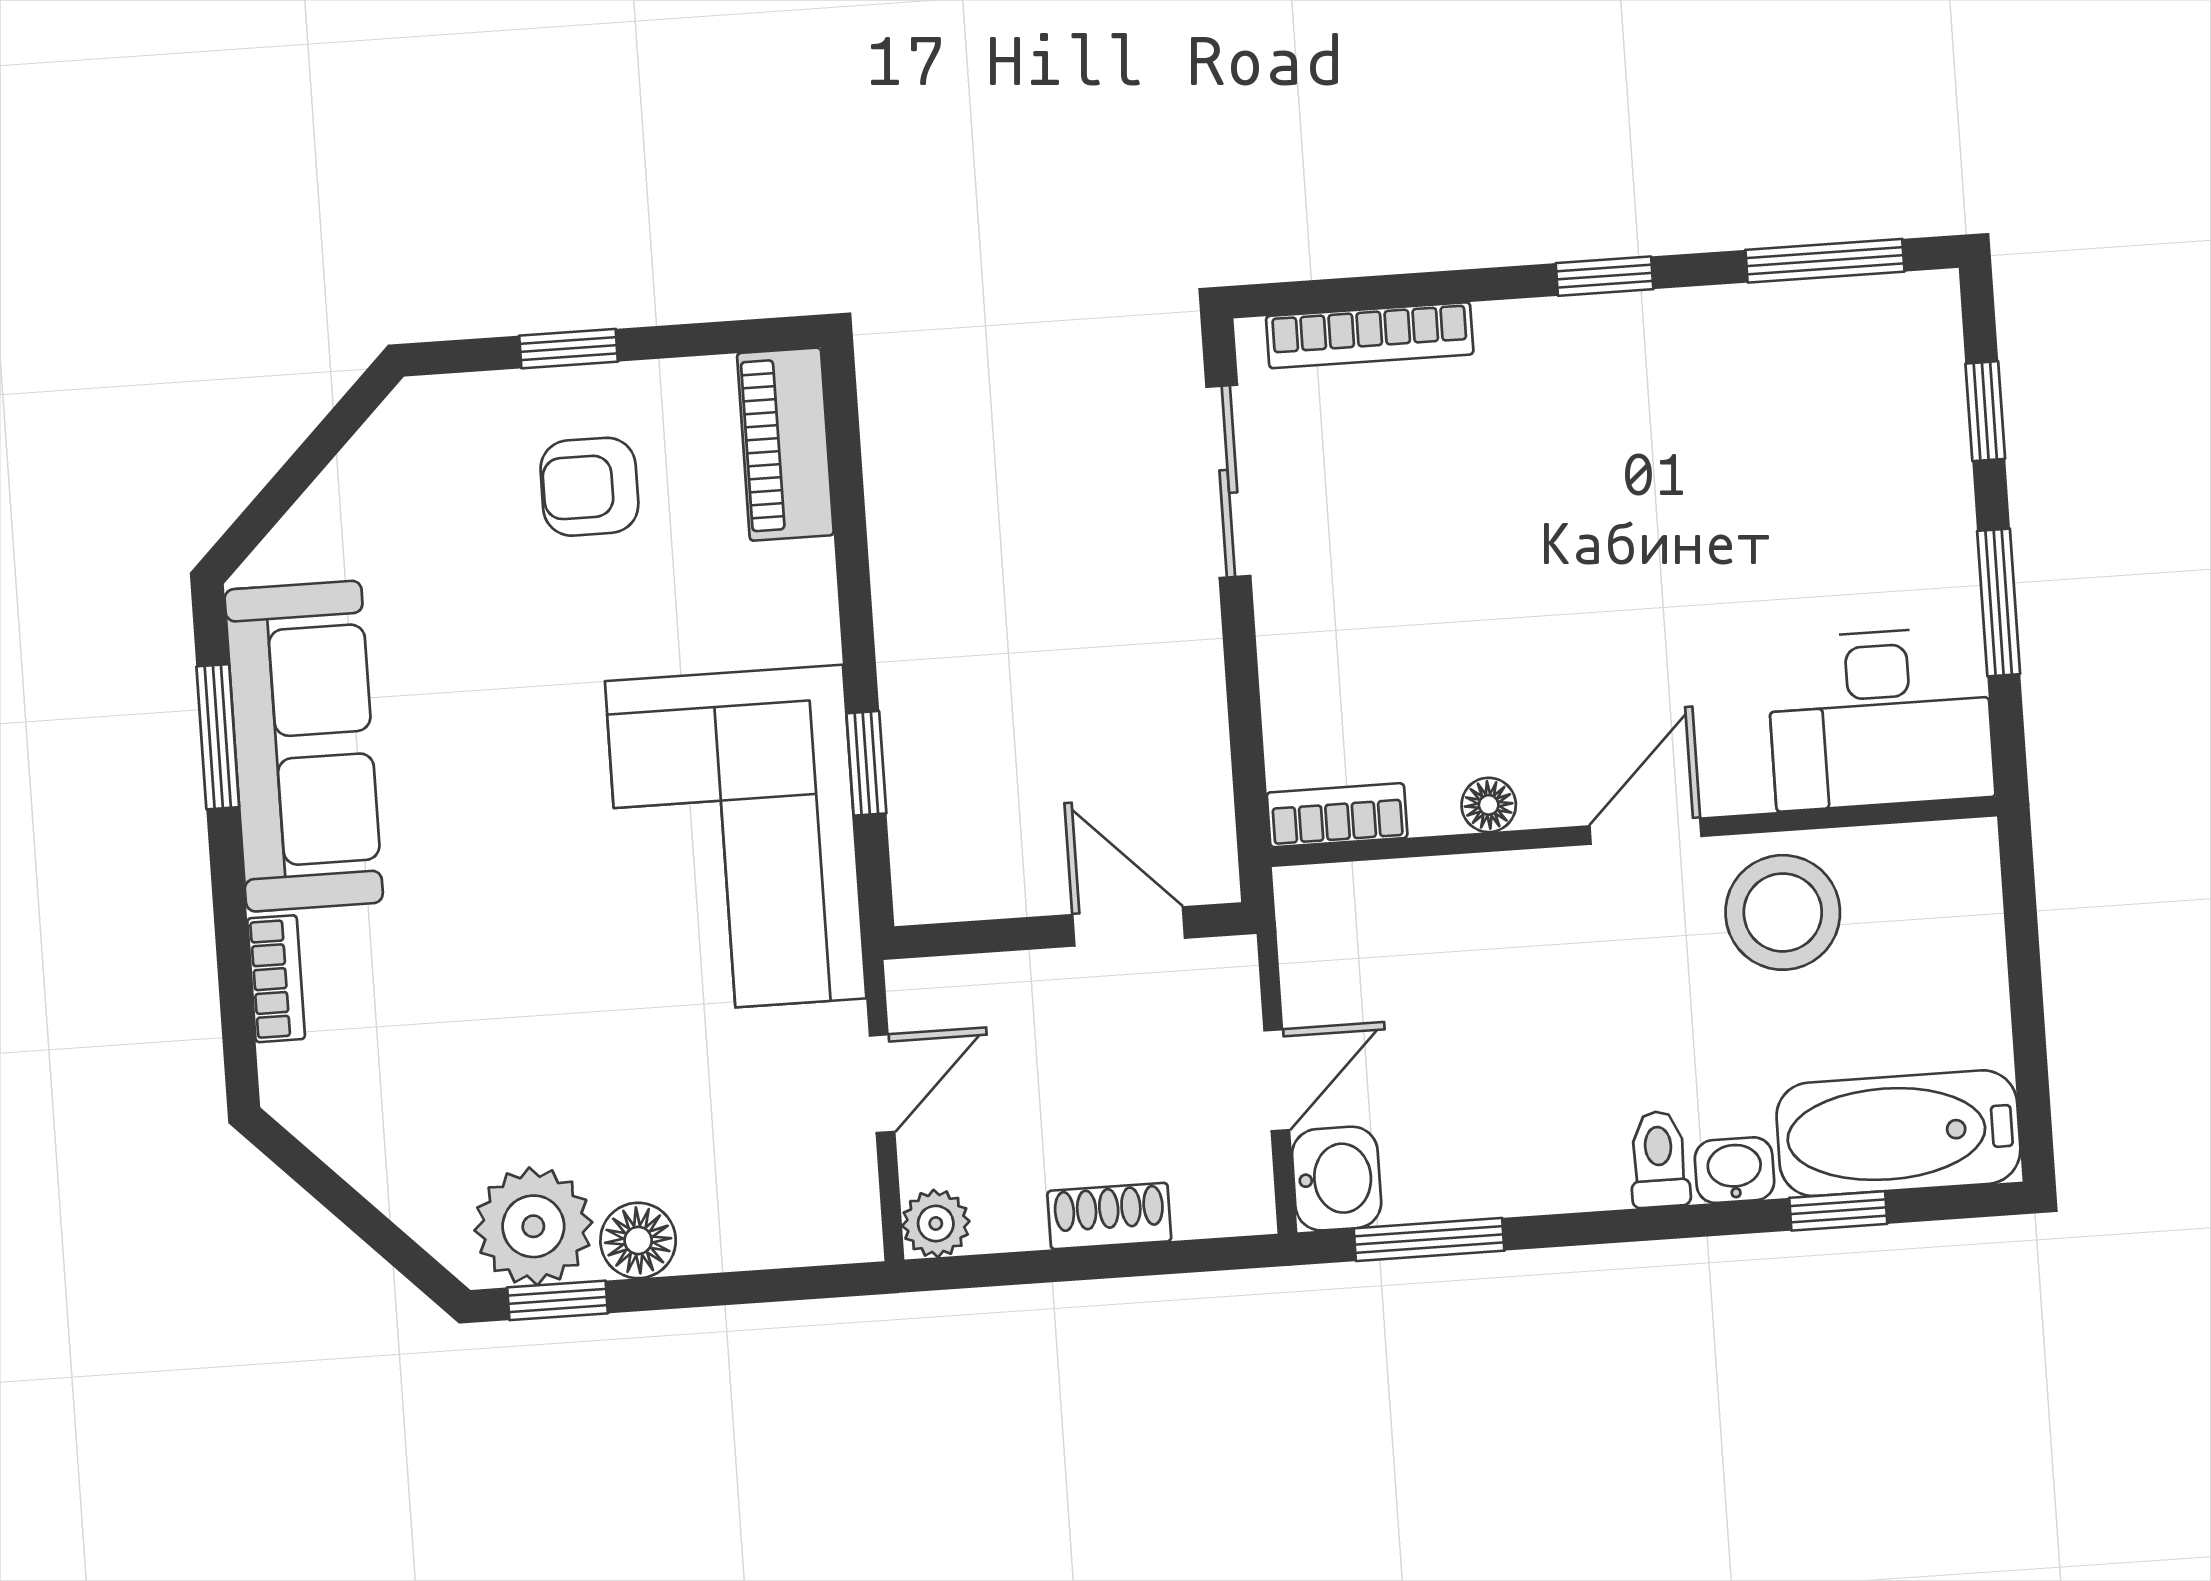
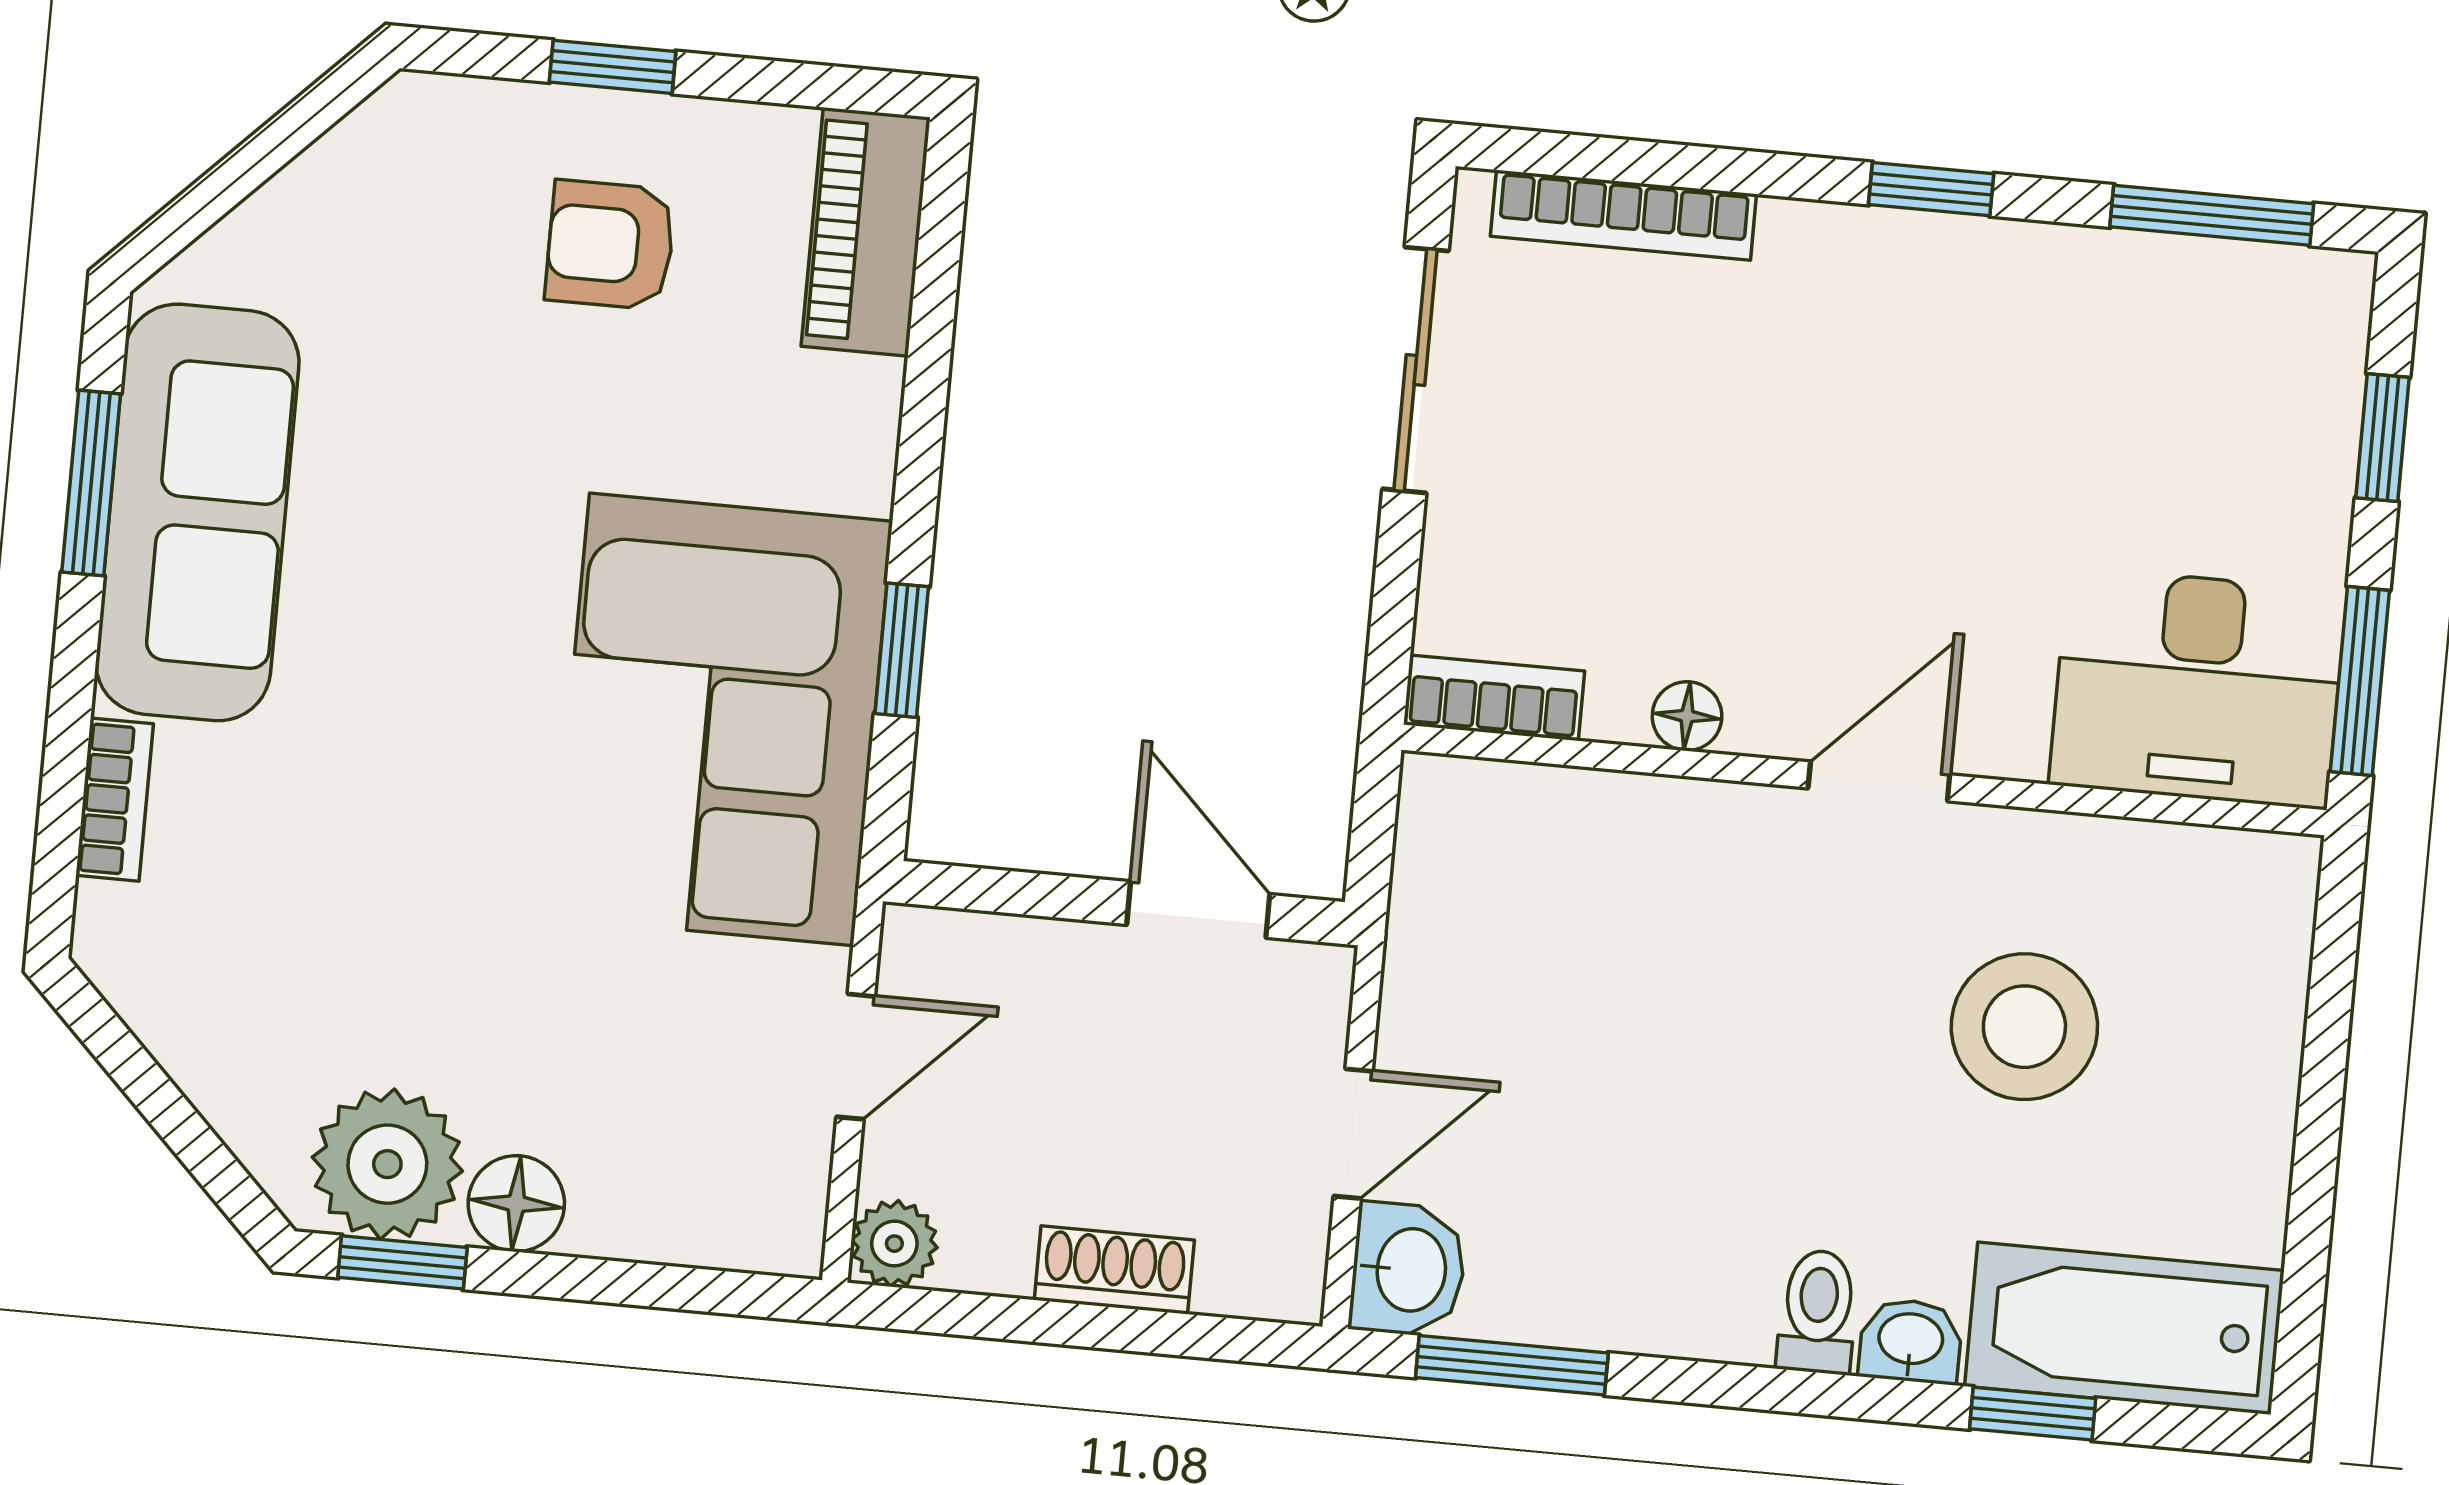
desk: (1880, 718) -> (2198, 688), moved
floor lamp: (1489, 805) -> (1687, 716), moved
bookcase: (1337, 815) -> (1494, 698), moved
door: (1645, 831) -> (1879, 781), moved
wall: (1634, 832) -> (1864, 780), moved

